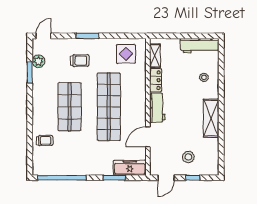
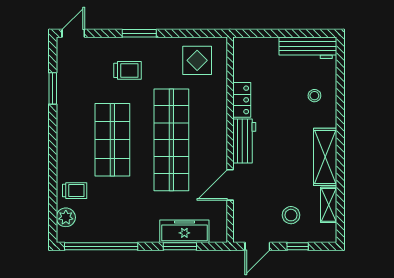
shelving: (155, 56) -> (329, 205), moved
plant: (38, 61) -> (66, 217), moved
freezer: (130, 168) -> (184, 231), moved

